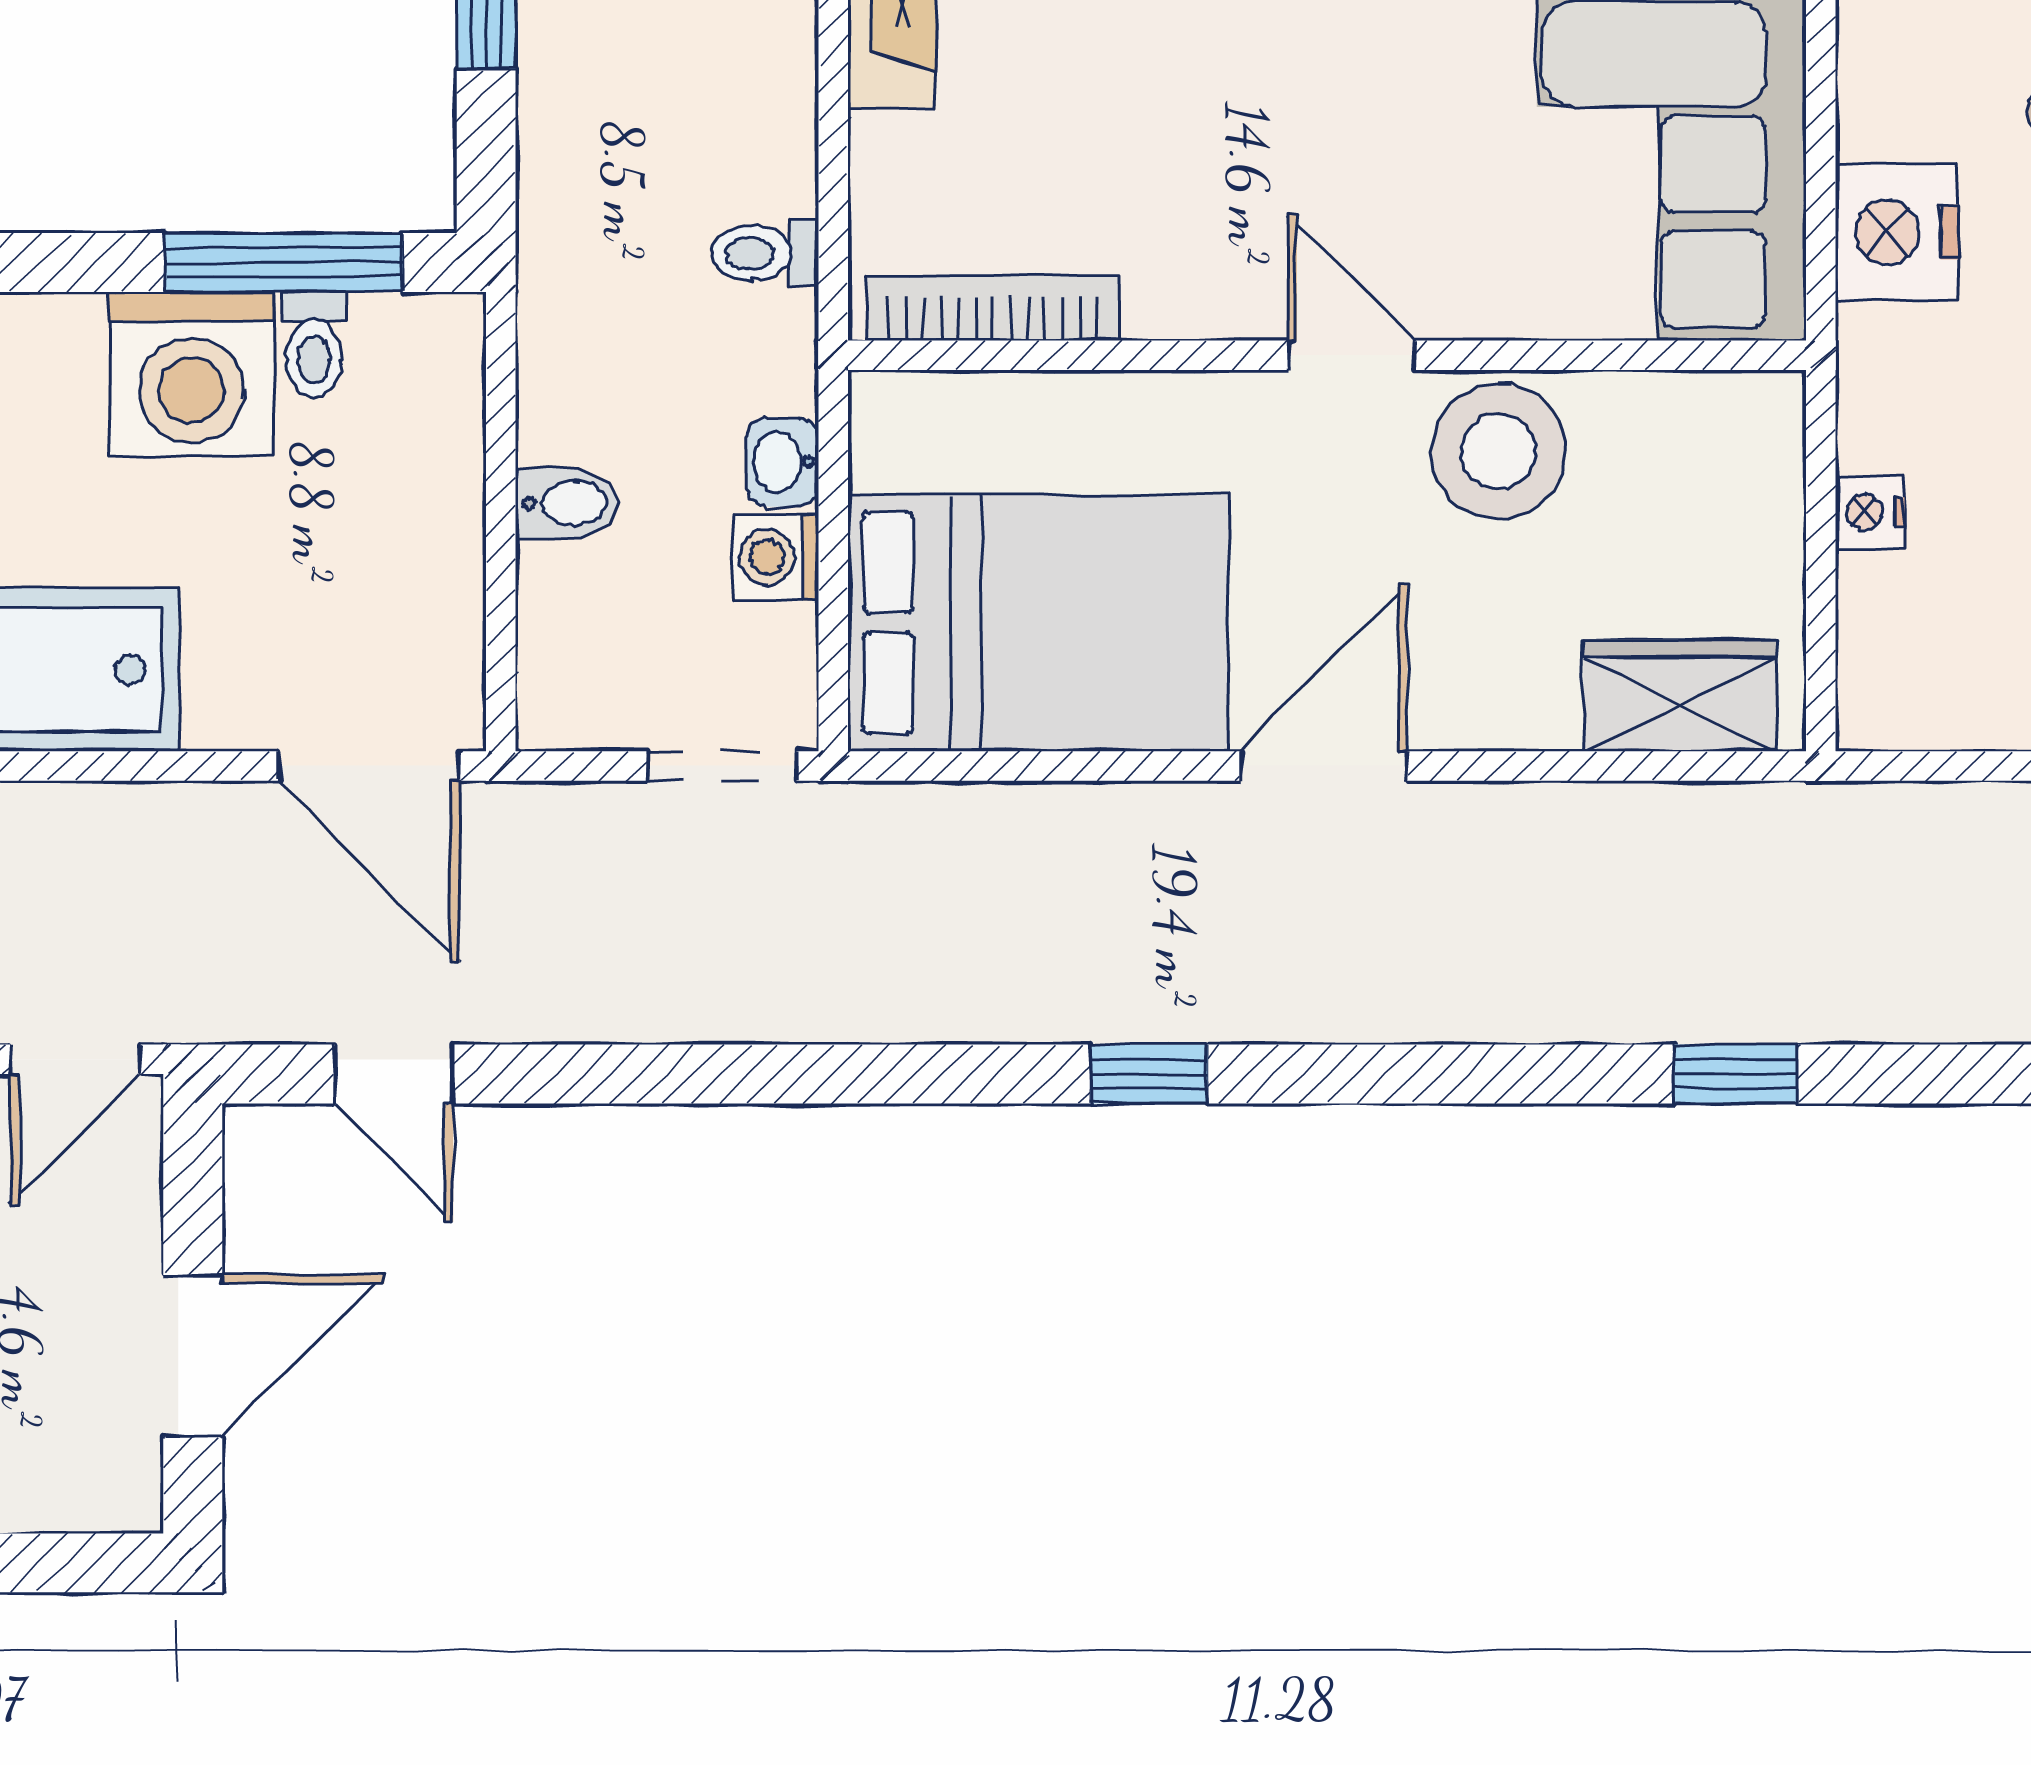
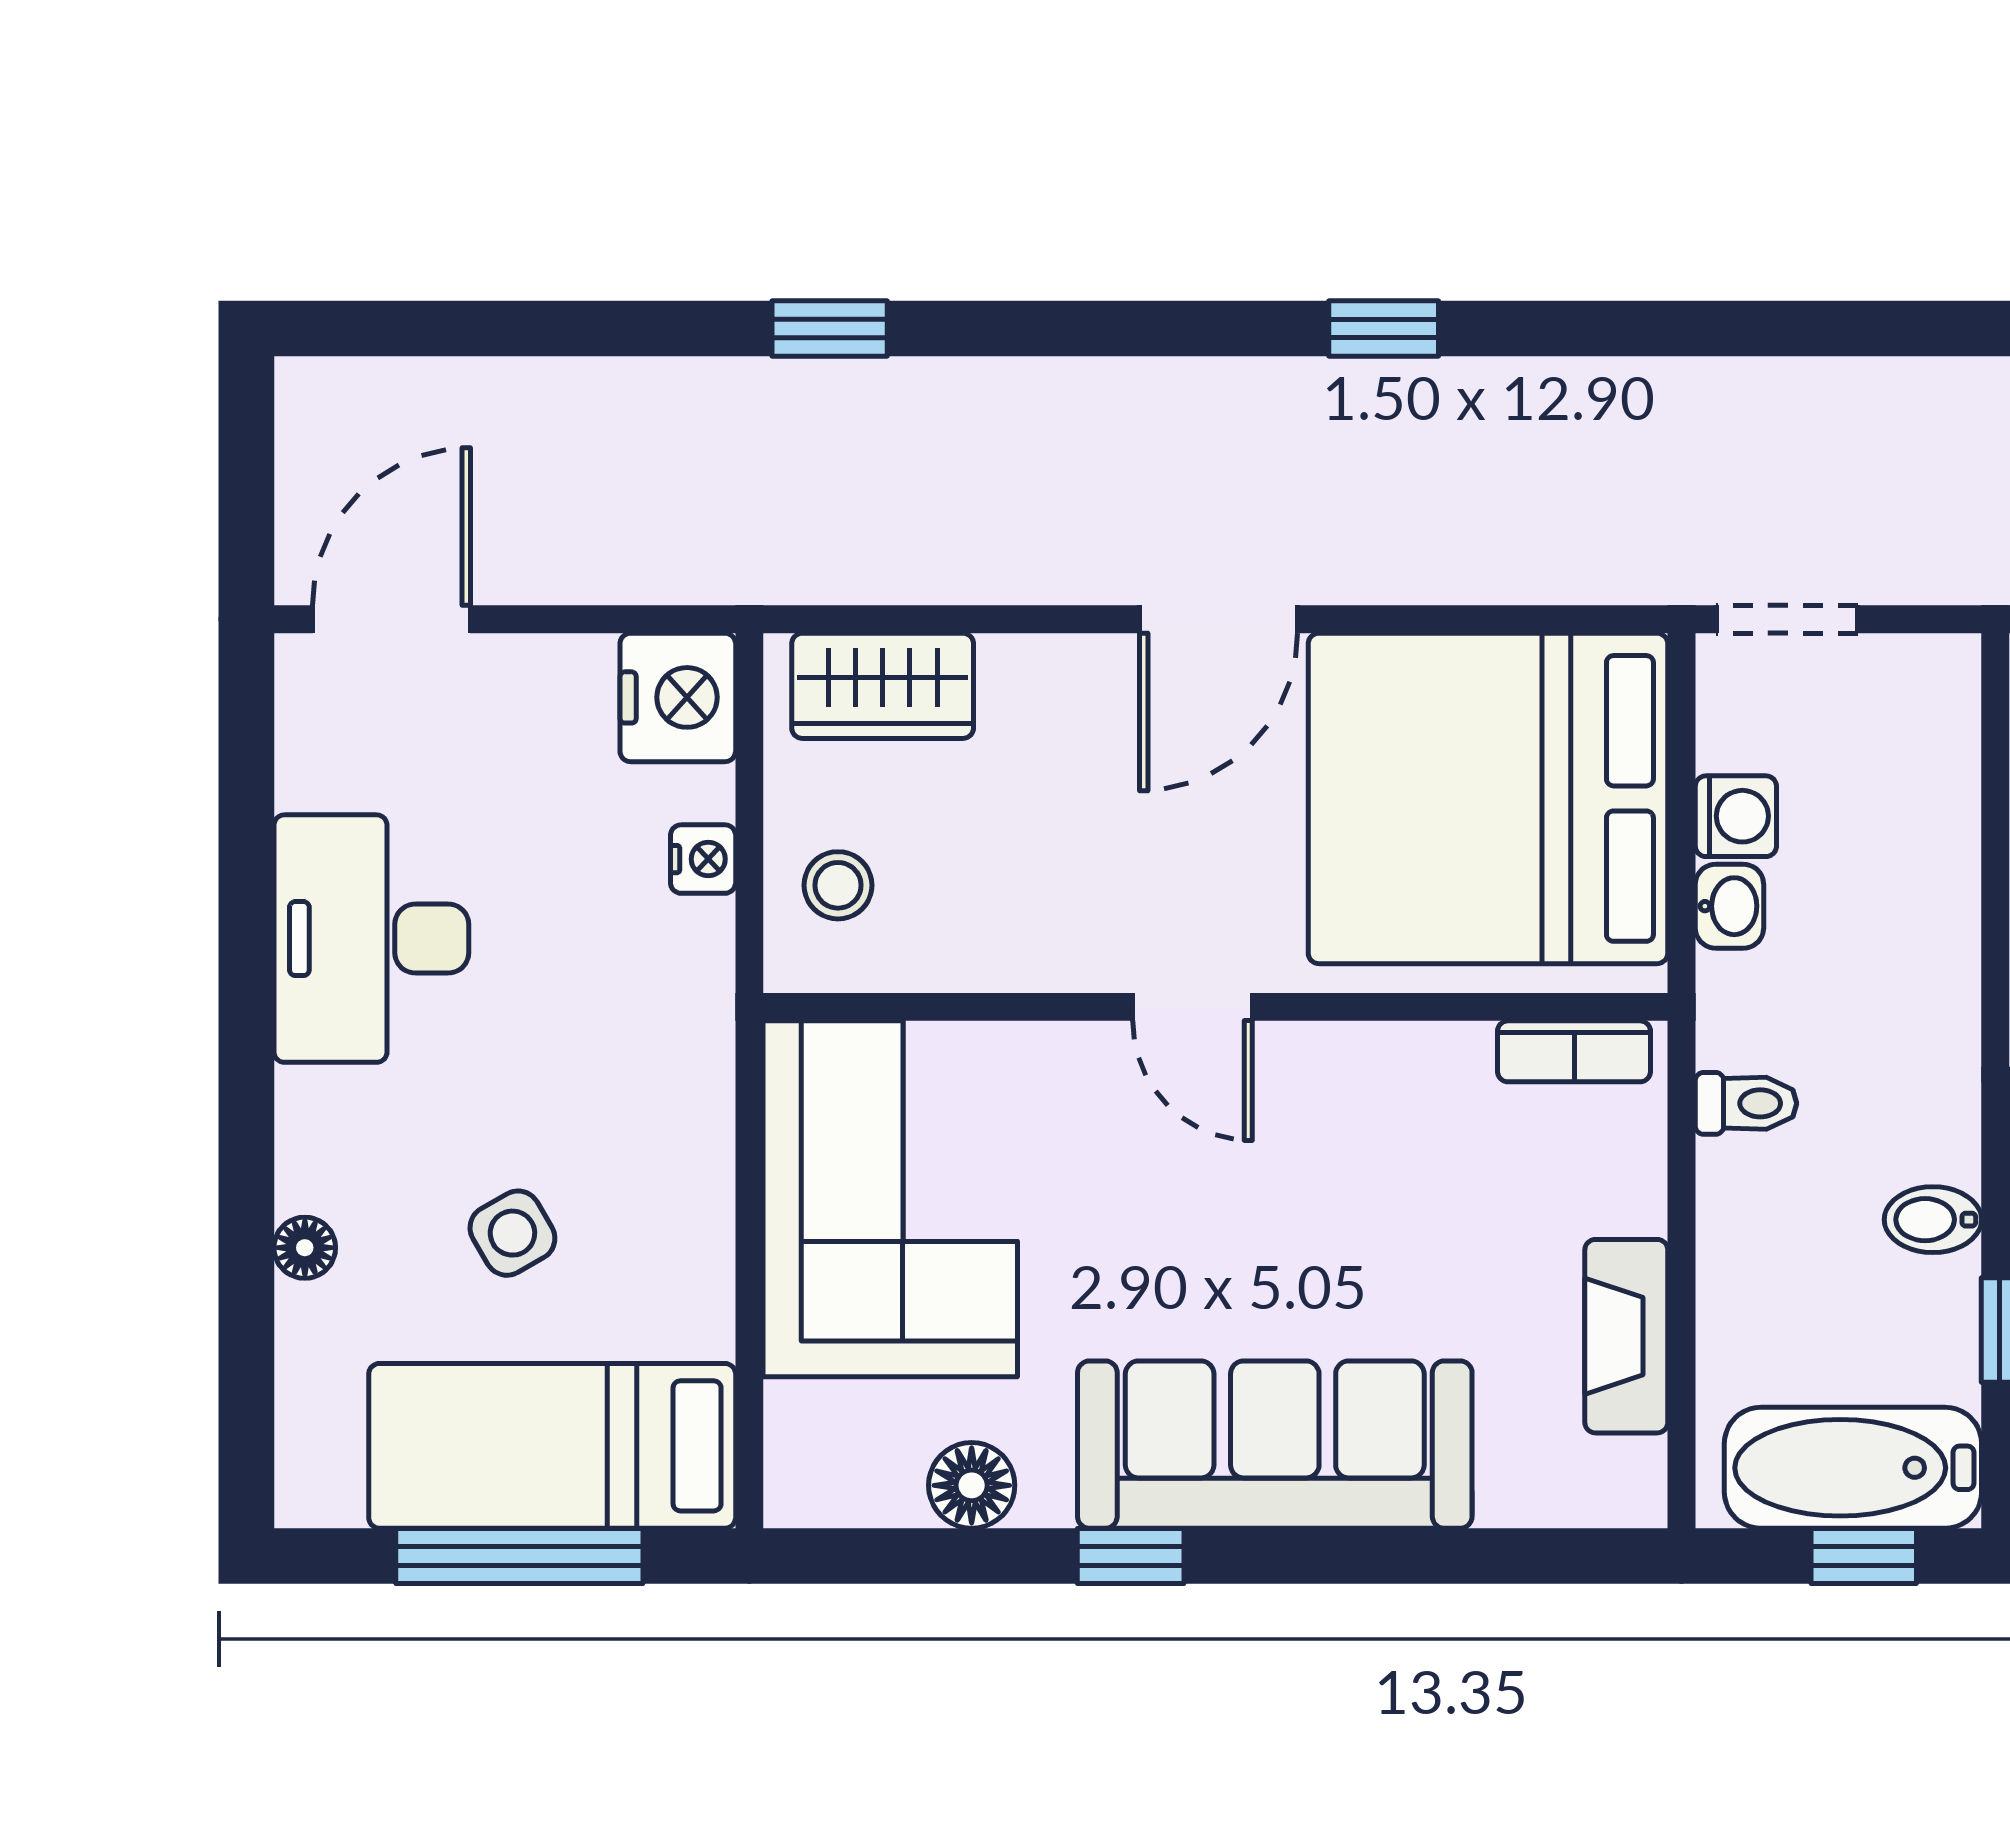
nightstand: (1897, 232) -> (678, 697), moved
bookcase: (993, 308) -> (1574, 1051), width x0.64
stool: (1498, 452) -> (838, 885), moved, width x0.53, depth x0.53
bidet: (567, 503) -> (1933, 1220), moved
bed: (1038, 623) -> (1488, 798), width x1.36

